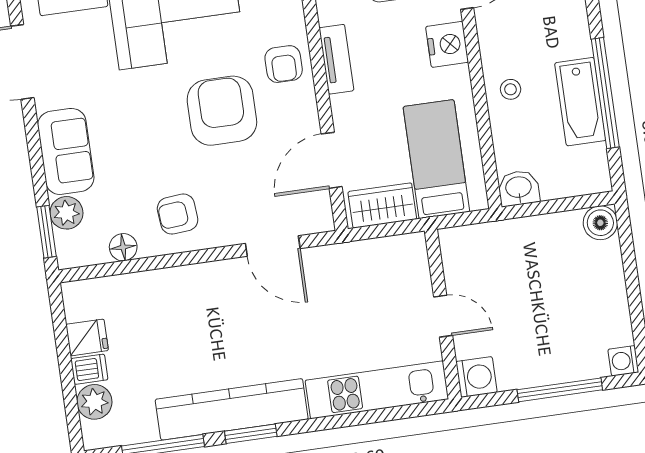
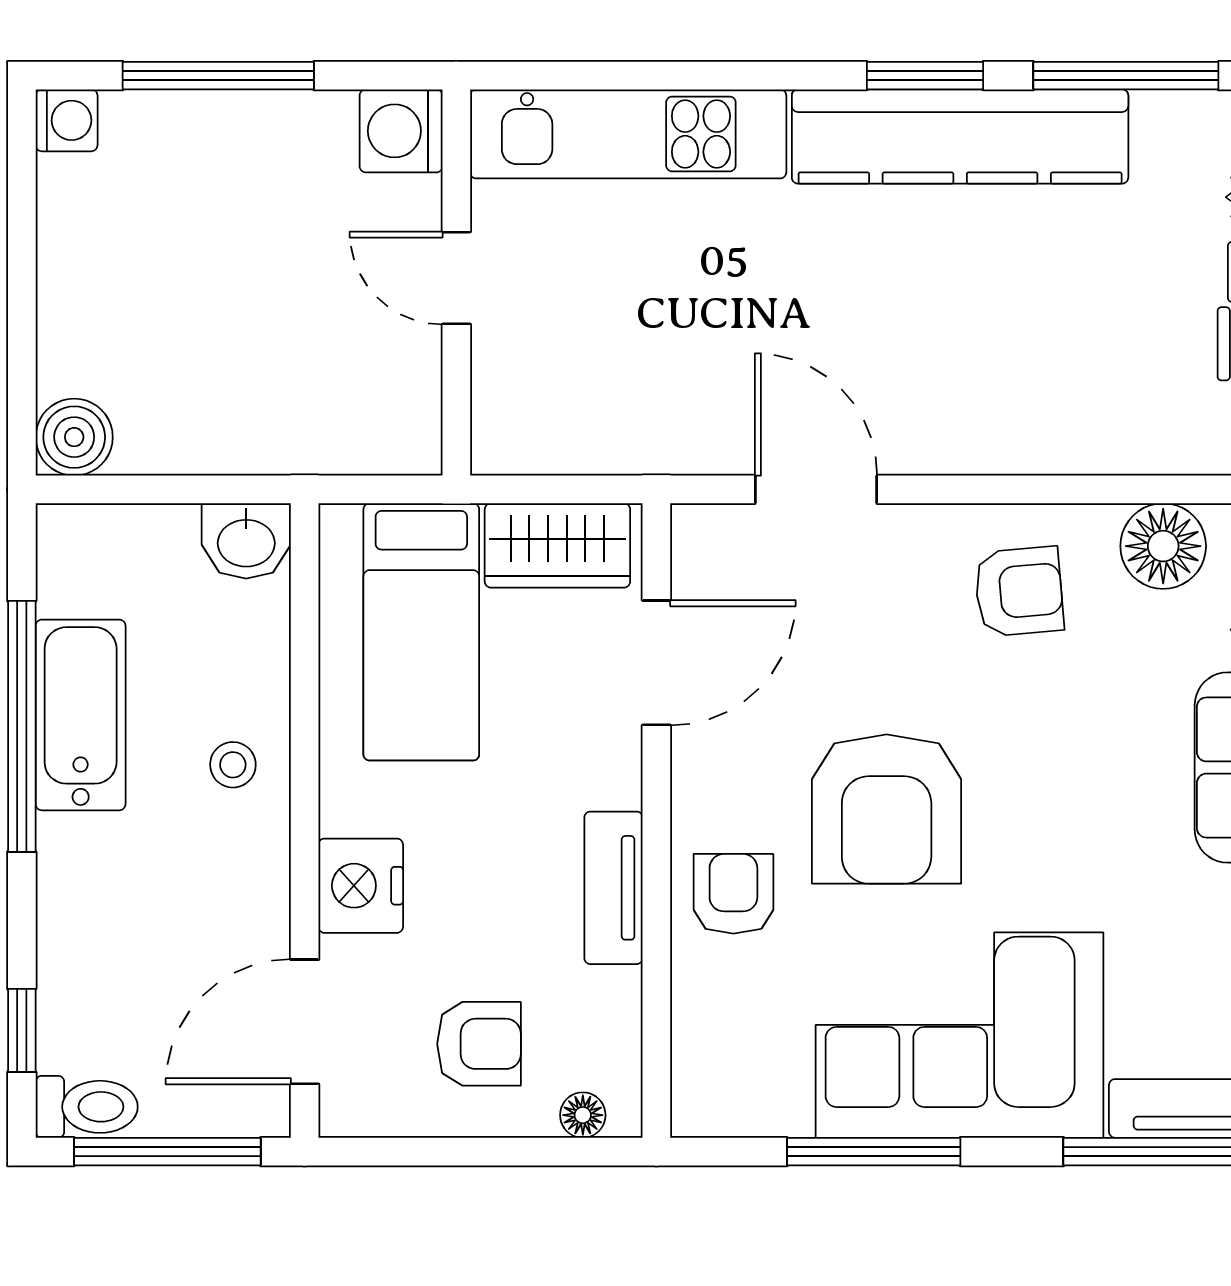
floor lamp: (123, 247) -> (1163, 546), width x1.38, depth x1.38

